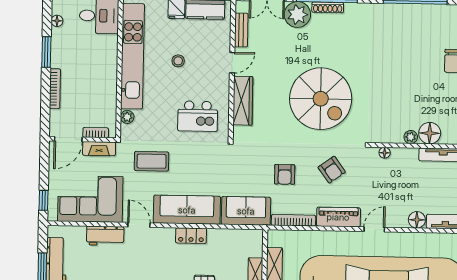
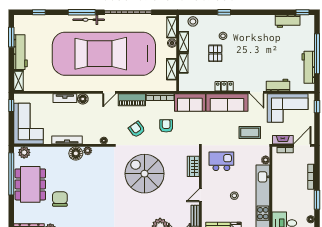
wardrobe: (243, 101) -> (193, 166), width x0.67

